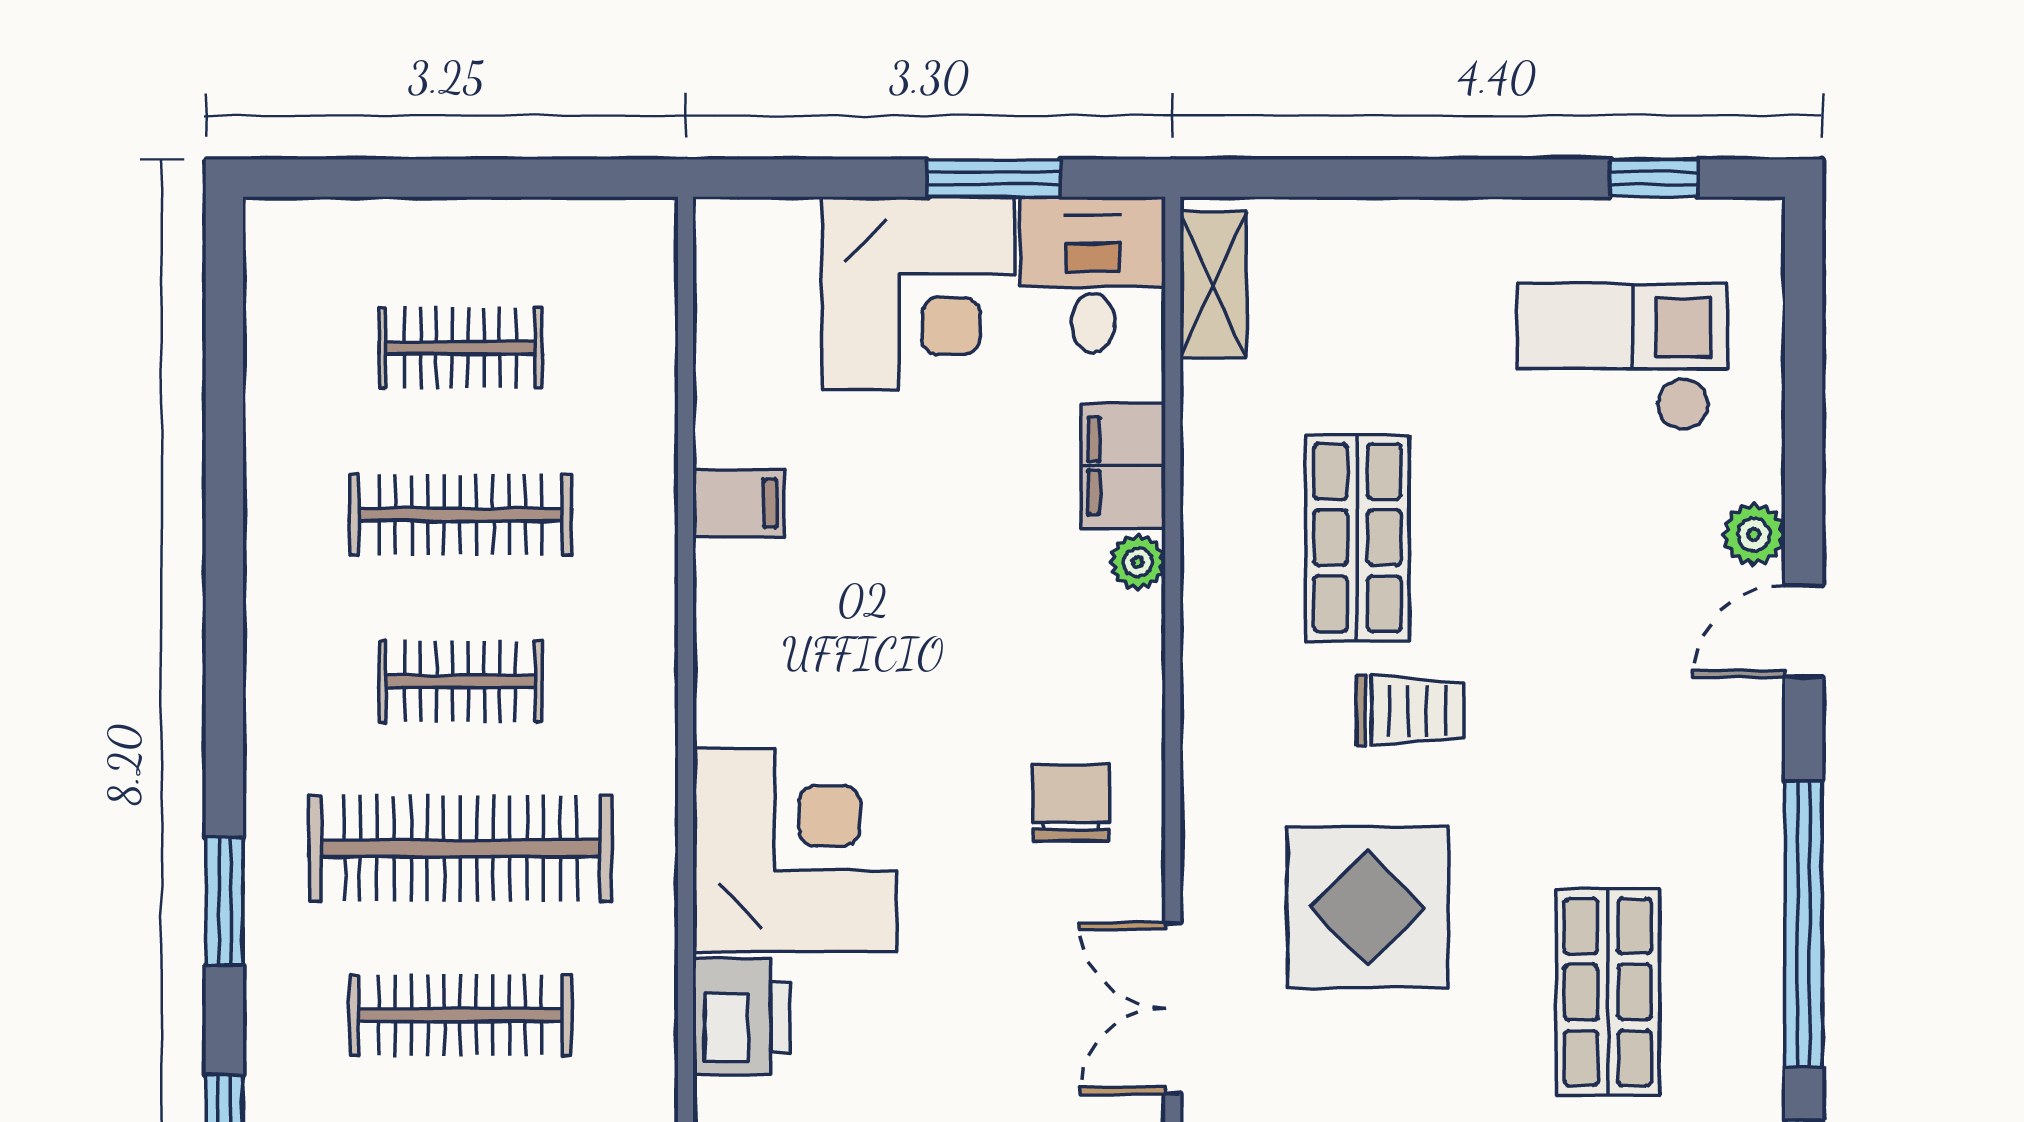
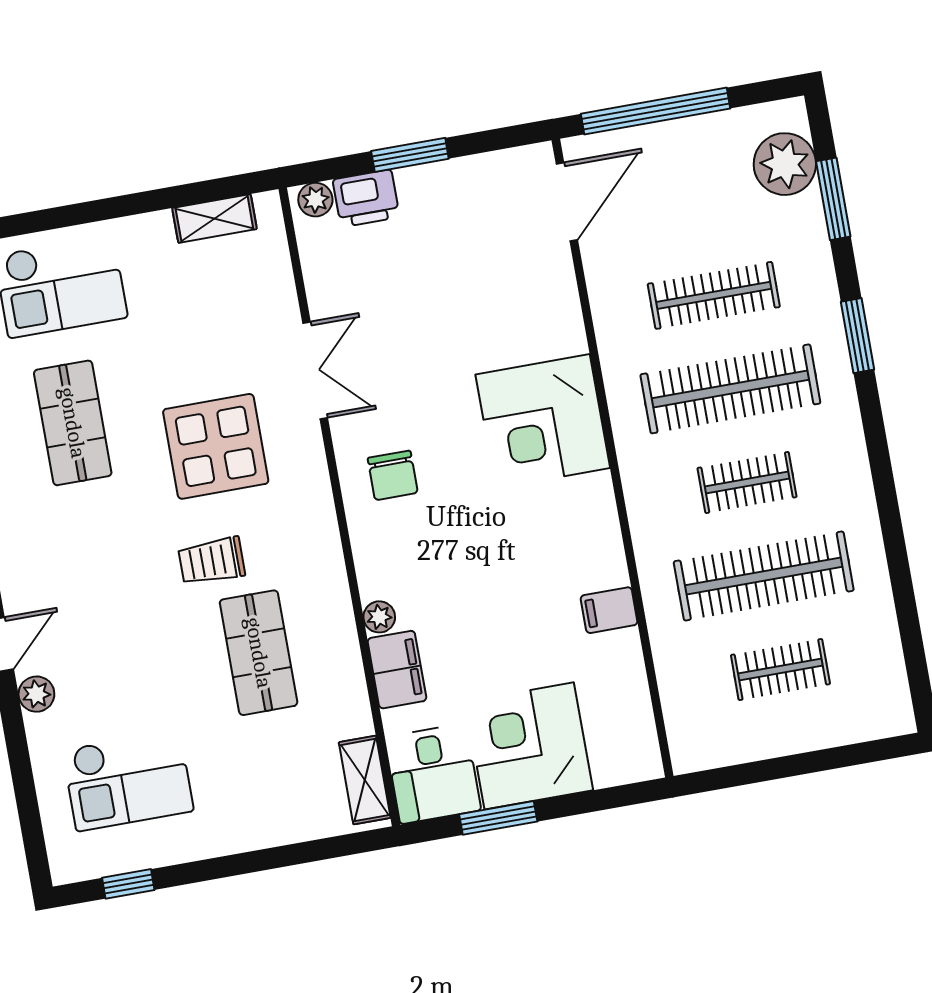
clothes rail: (461, 515) -> (764, 576), width x1.37, depth x1.31
printer: (742, 1017) -> (556, 323), removed

